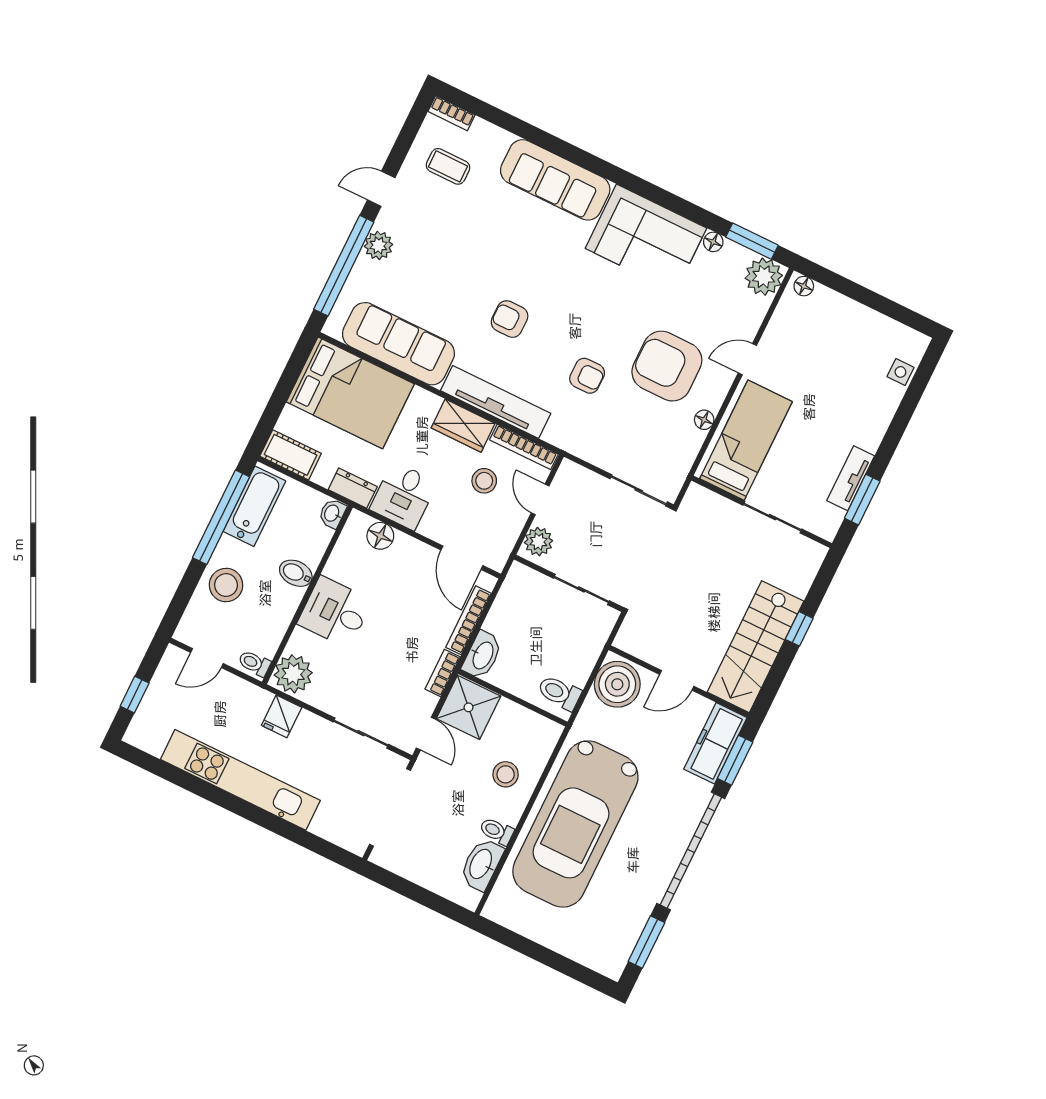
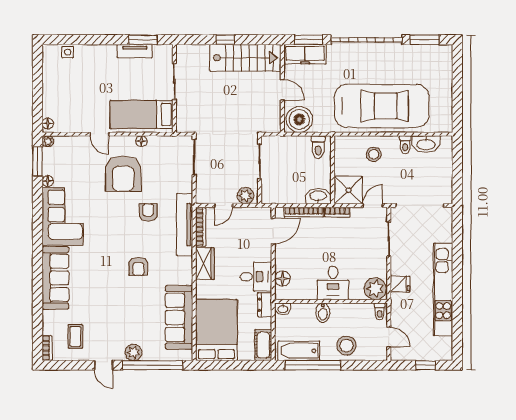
plant: (764, 277) -> (48, 141), width x0.53, depth x0.53
tv unit: (496, 402) -> (185, 225), moved
stool: (484, 481) -> (228, 239), removed

